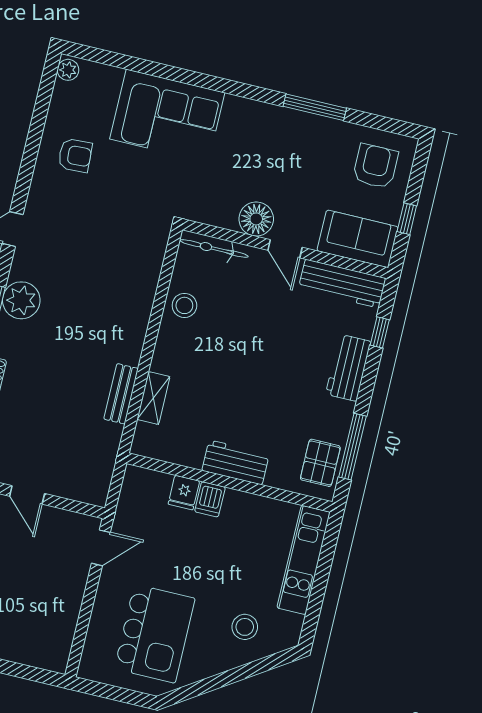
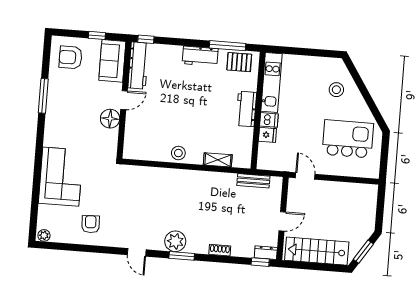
bicycle: (214, 249) -> (130, 139), removed
stool: (184, 305) -> (178, 153), moved
window: (380, 332) -> (146, 39), moved
workbench: (348, 368) -> (200, 56), moved
bench: (121, 394) -> (253, 181), moved
kitchen unit: (304, 560) -> (271, 82), moved, turned -90

